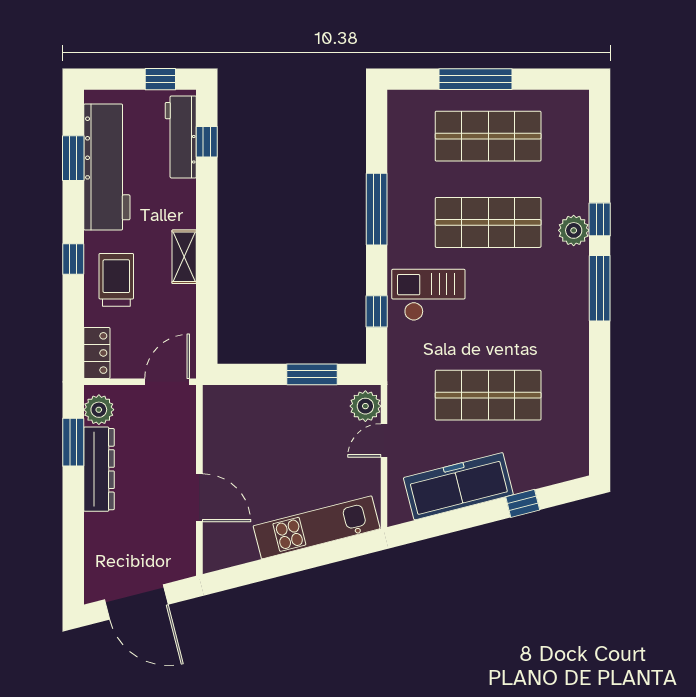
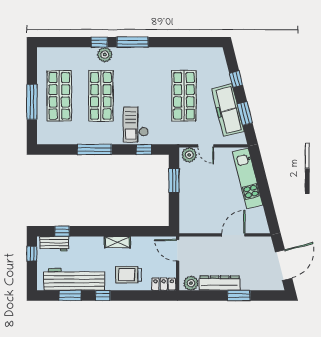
workbench: (181, 137) -> (54, 244), width x0.73
window: (73, 259) -> (103, 295), moved
window: (73, 442) -> (239, 295), moved
window: (452, 522) -> (245, 113), added

